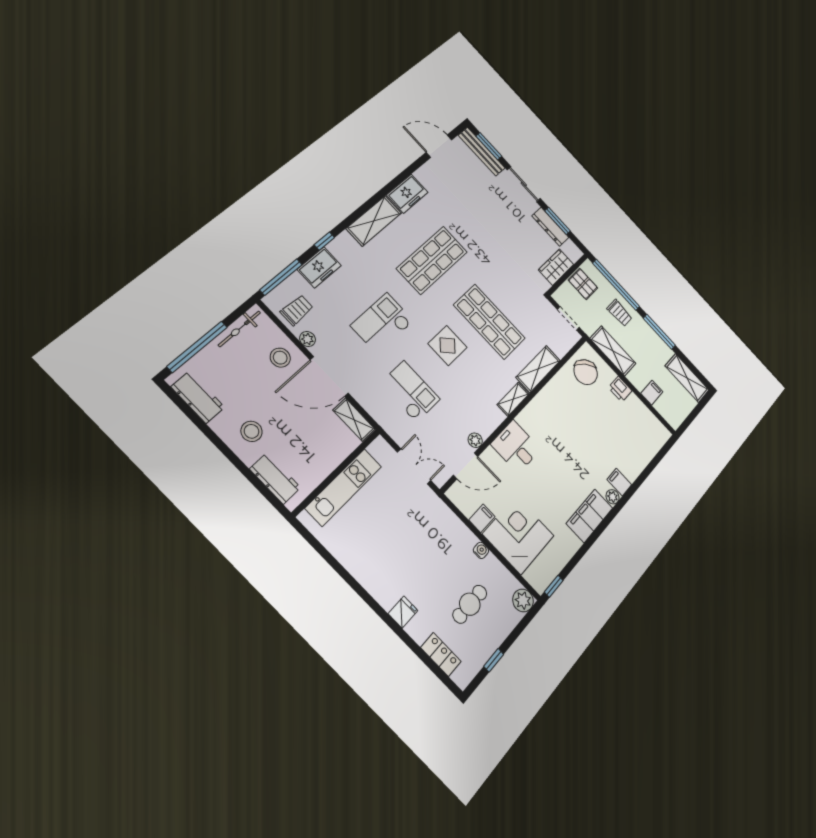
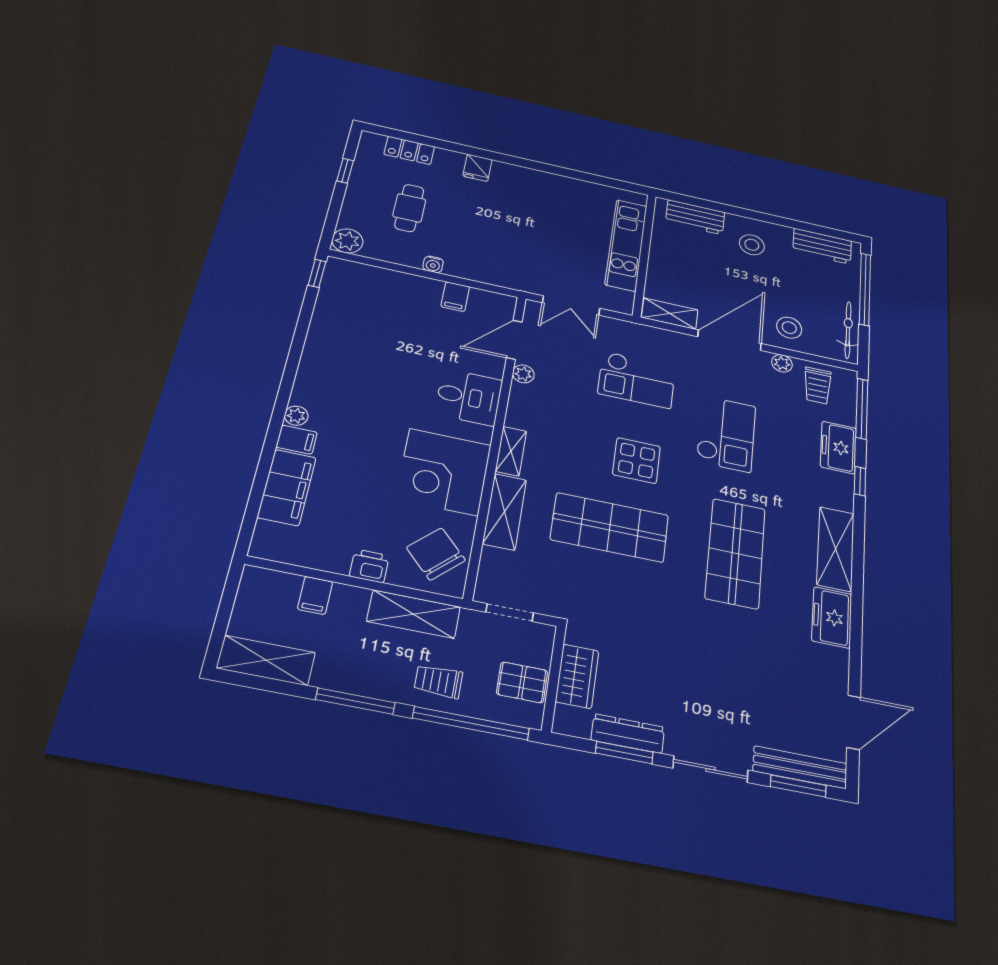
filing cabinet: (590, 516) -> (287, 487), moved
corner desk: (518, 535) -> (444, 472), moved, turned 90

